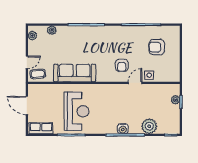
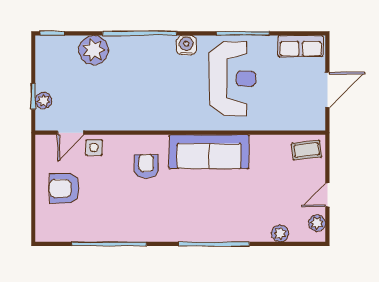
armchair: (157, 47) -> (64, 188), moved, turned 180
door: (27, 62) -> (327, 195), moved
sofa: (75, 73) -> (209, 152), moved
door: (135, 83) -> (71, 133), moved
door: (27, 105) -> (327, 90), hinge flipped
reception desk: (77, 111) -> (233, 79), turned 180
water cooler: (123, 129) -> (186, 45), moved

